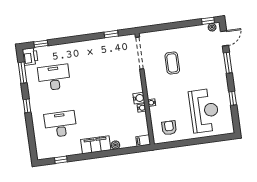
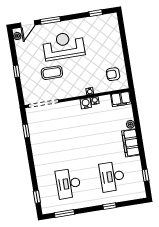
window: (208, 21) -> (16, 71), moved
door: (225, 38) -> (28, 24), swing flipped
printer: (30, 56) -> (49, 207), removed
window: (233, 98) -> (96, 13), moved
window: (27, 106) -> (109, 206), moved
reception desk: (204, 111) -> (64, 46), moved
filing cabinet: (143, 141) -> (121, 99), width x2.00

